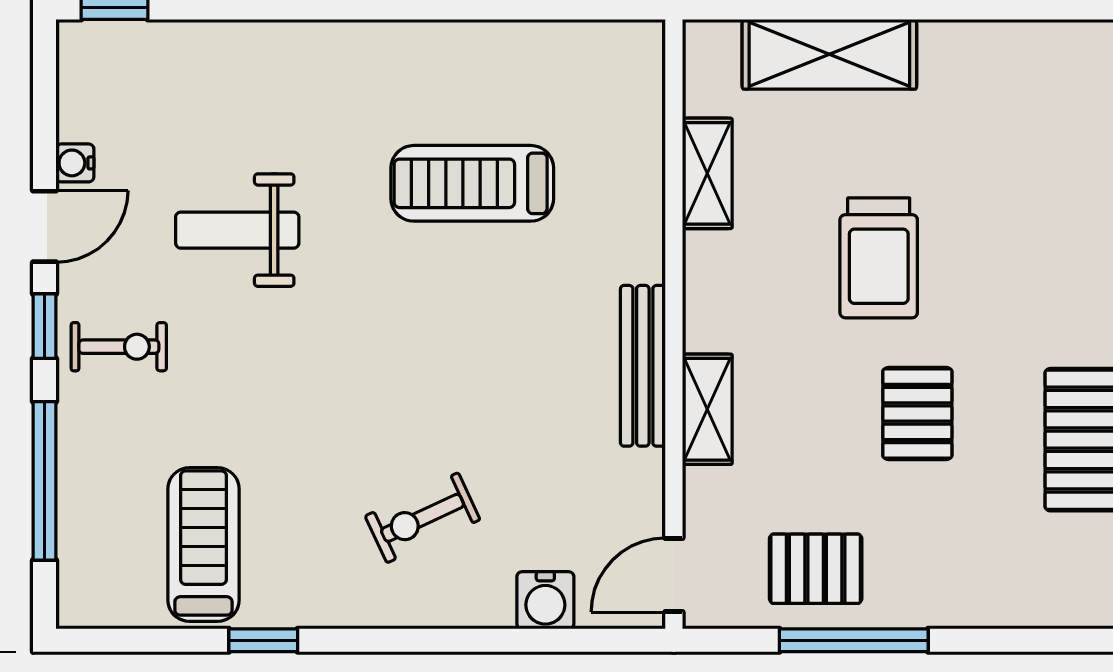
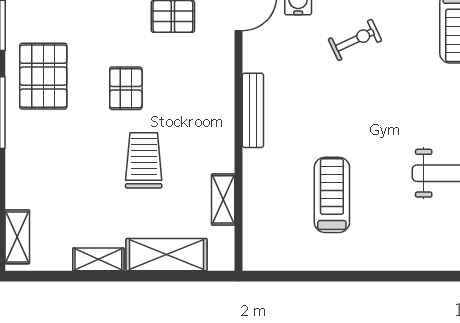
treadmill: (472, 183) -> (332, 195), turned -90
shelving: (707, 409) -> (98, 259), moved, turned 90

